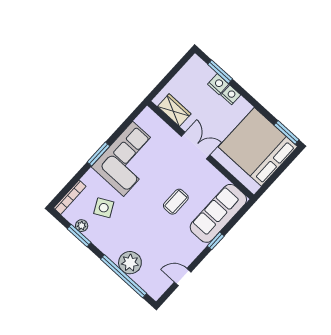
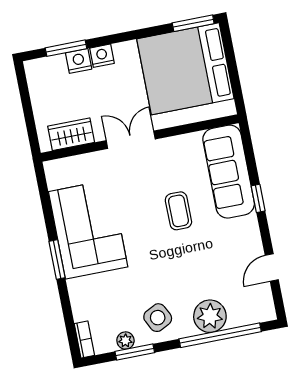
bookcase: (70, 197) -> (84, 339), width x0.64
side table: (104, 208) -> (158, 318), moved

